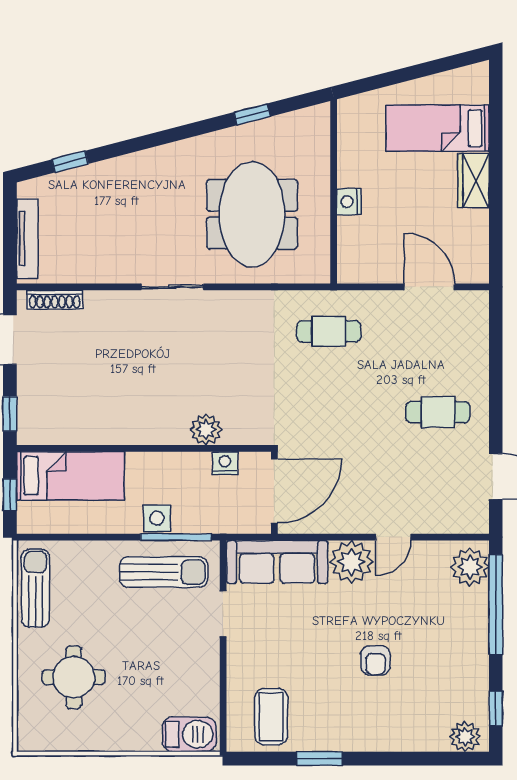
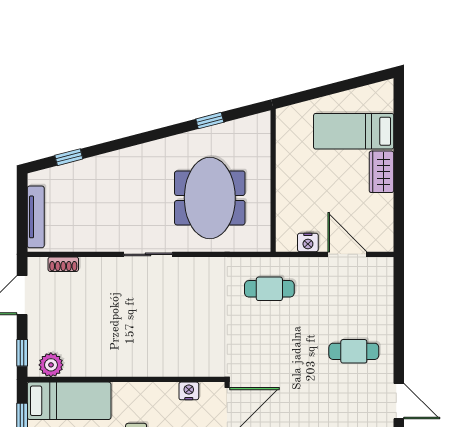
nightstand: (349, 202) -> (308, 242), moved, turned -90
shoe rack: (55, 300) -> (63, 264), width x0.70
plant: (206, 430) -> (51, 365), moved

